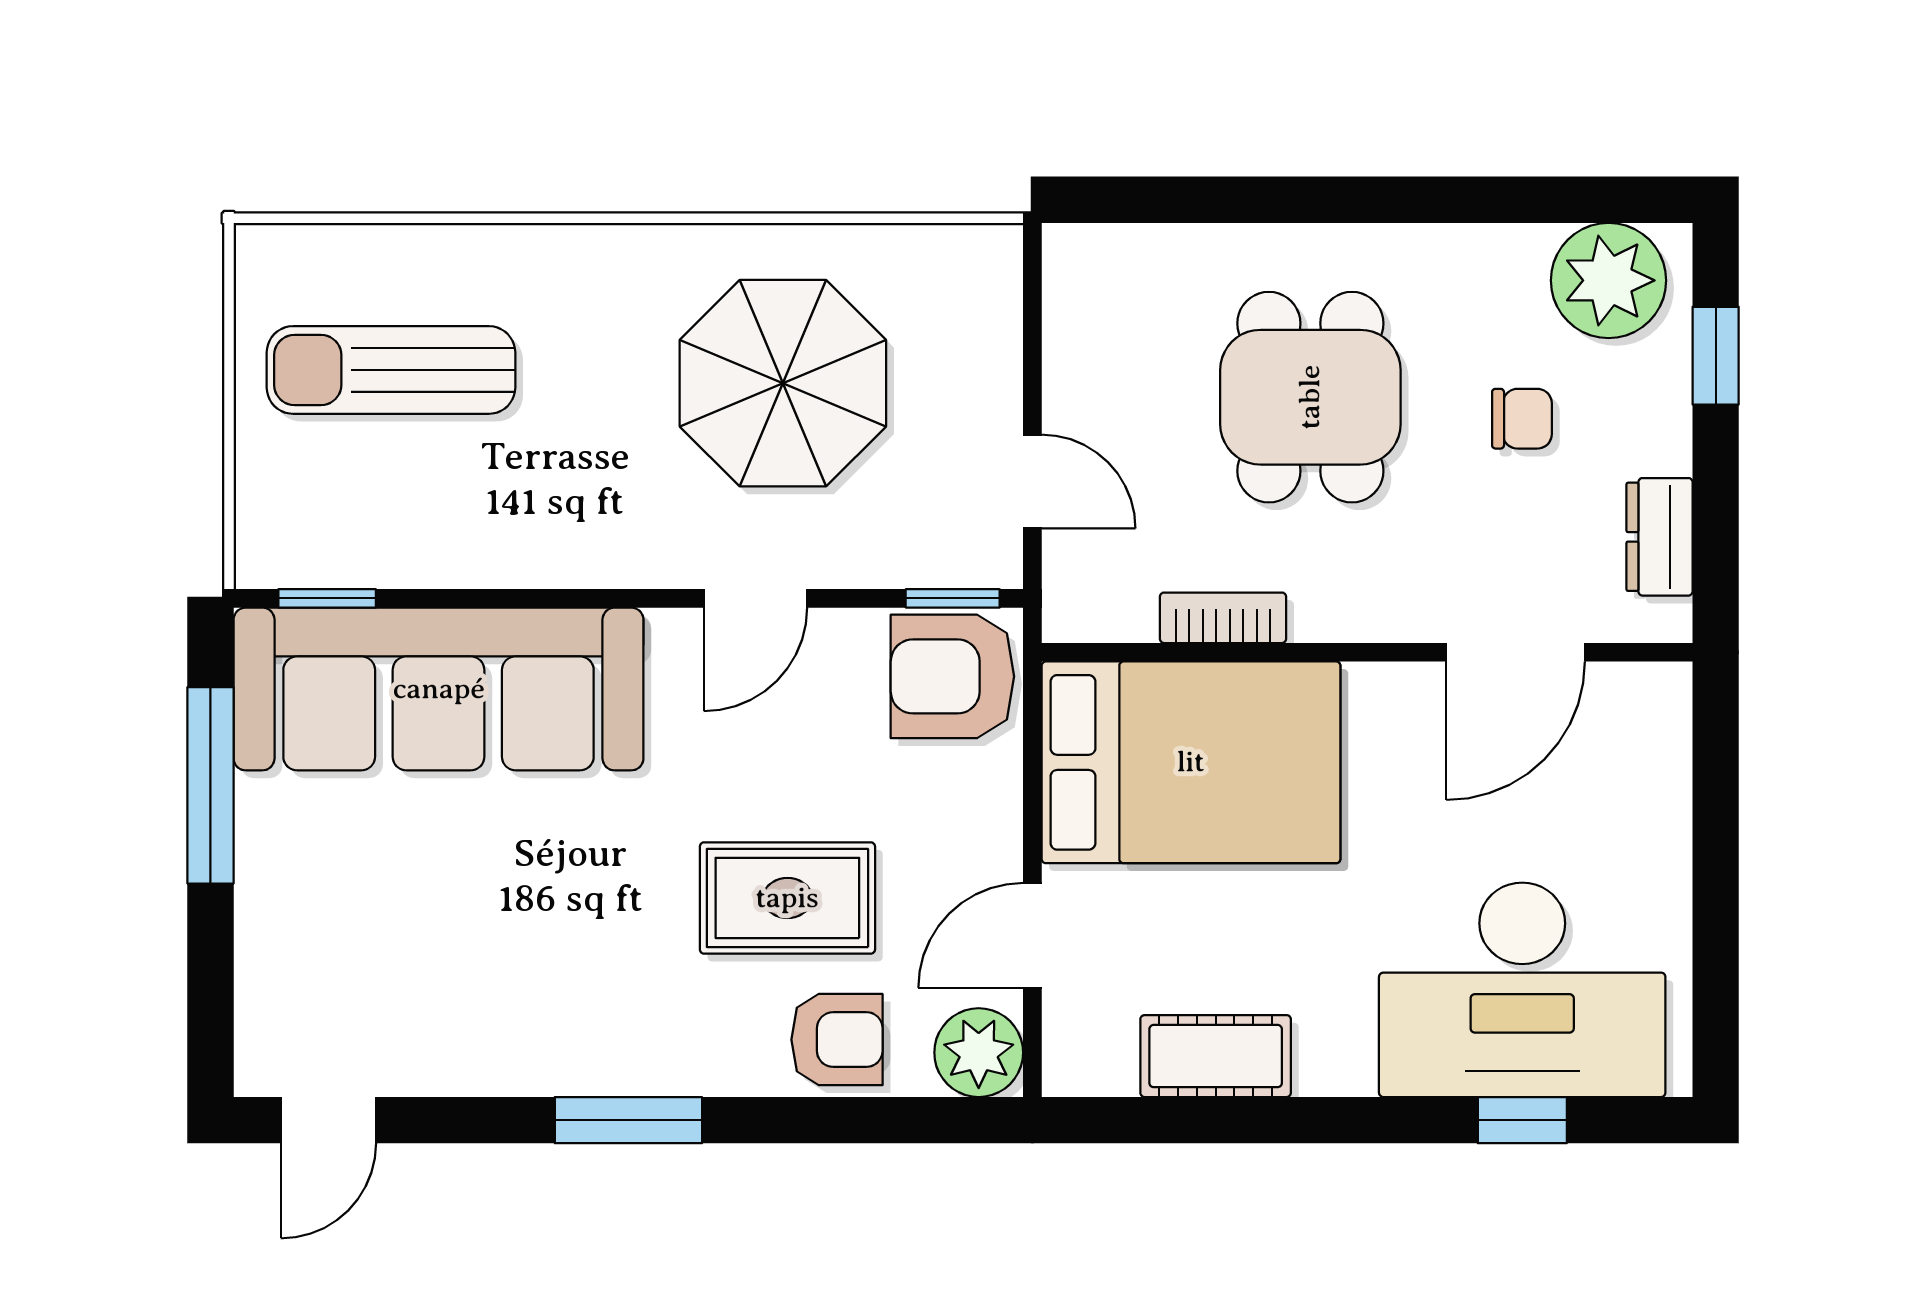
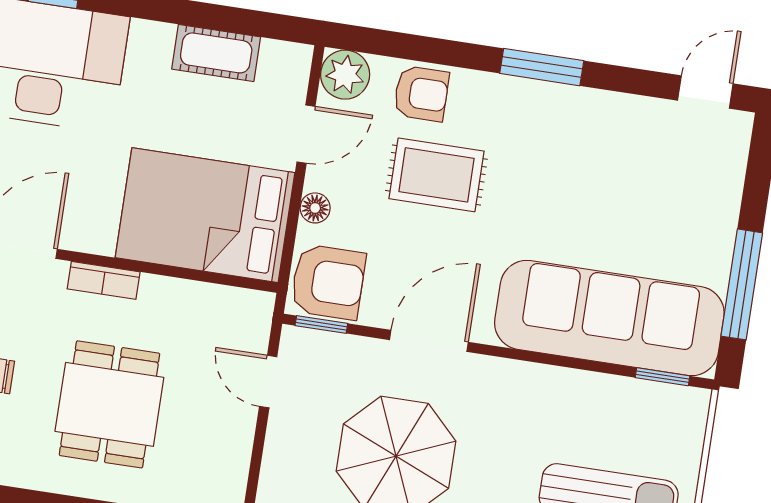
door: (756, 598) -> (429, 341), width x1.38
bookcase: (1223, 618) -> (104, 280), moved
floor lamp: (996, 805) -> (315, 208), added
armchair: (837, 1040) -> (421, 94), turned 180

